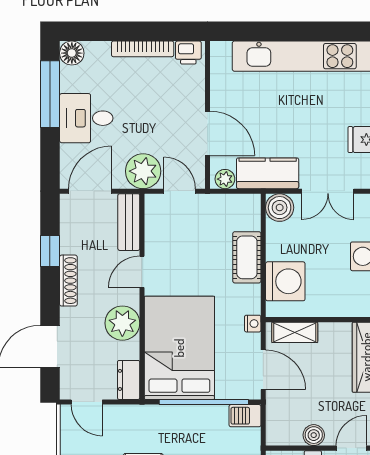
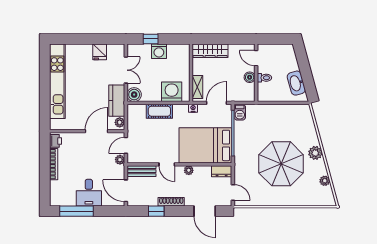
floor lamp: (72, 53) -> (56, 200), removed
plant: (143, 171) -> (120, 160), width x0.53, depth x0.53
plant: (122, 323) -> (189, 170), width x0.53, depth x0.53
door: (87, 402) -> (233, 192), hinge flipped

